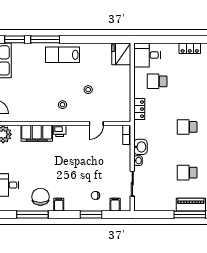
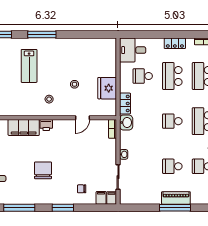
window: (45, 39) -> (42, 35), moved
fridge: (121, 54) -> (107, 88), moved
lab bench: (62, 55) -> (29, 66), moved, turned -90
school desk: (187, 81) -> (172, 76), added
washbasin: (140, 147) -> (126, 123), moved
chair: (40, 197) -> (43, 170), moved
filing cabinet: (59, 205) -> (112, 198), moved
window: (91, 215) -> (63, 208), moved

